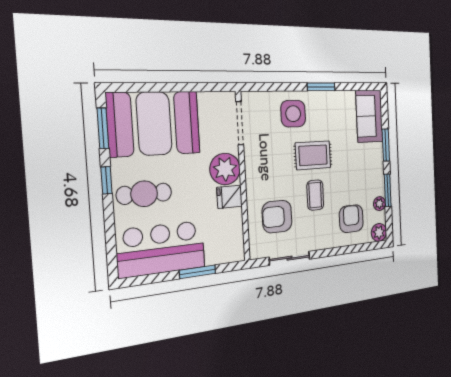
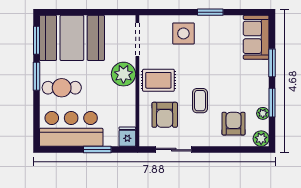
rug: (313, 155) -> (158, 80), moved
window: (106, 180) -> (36, 76), width x1.50
fridge: (230, 197) -> (127, 137), moved, turned 90
armchair: (277, 217) -> (165, 115), turned -90

